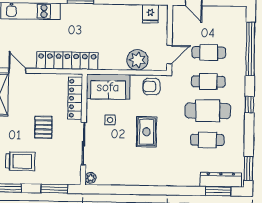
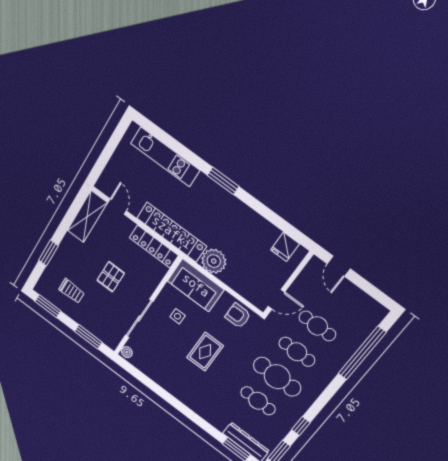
plant: (137, 60) -> (214, 261), moved
locker: (75, 98) -> (154, 247), moved, turned -90
window: (249, 105) -> (301, 426), moved
trolley: (20, 161) -> (72, 291), width x0.73, depth x0.72

